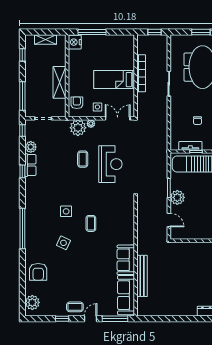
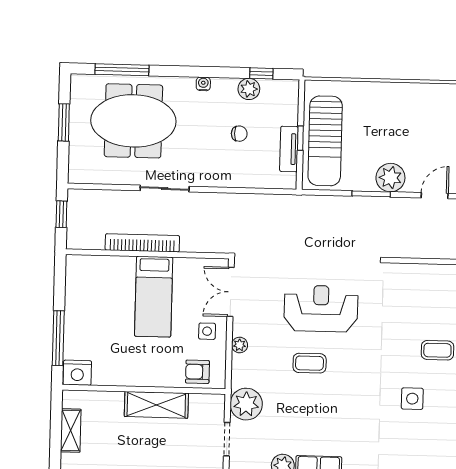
plant: (78, 128) -> (246, 404), moved

